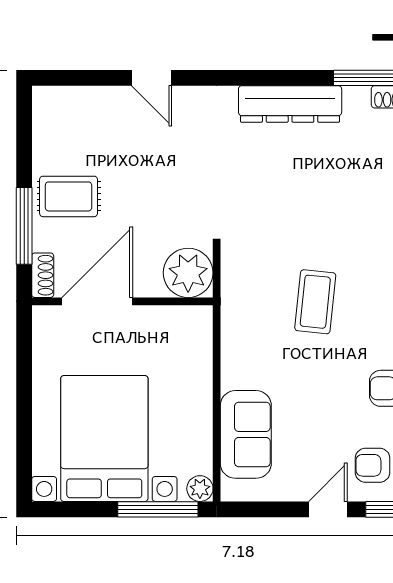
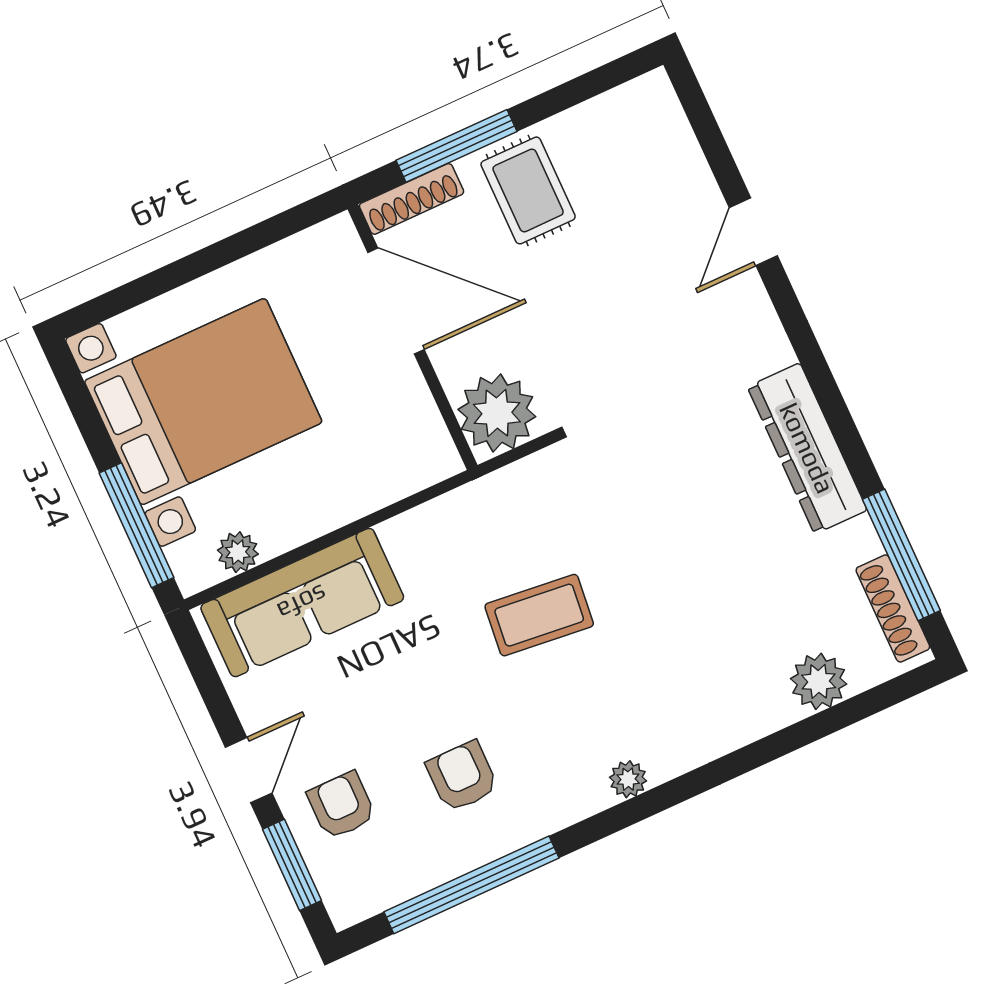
shoe rack: (43, 275) -> (412, 199), width x1.43
sofa: (246, 434) -> (302, 603), width x1.36
plant: (200, 489) -> (238, 552), moved
door: (328, 509) -> (249, 770), hinge flipped

